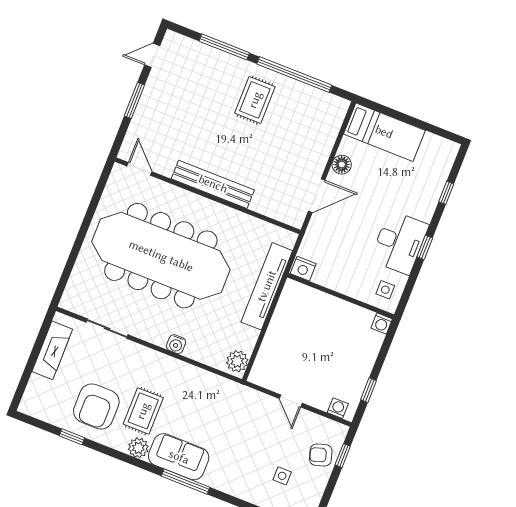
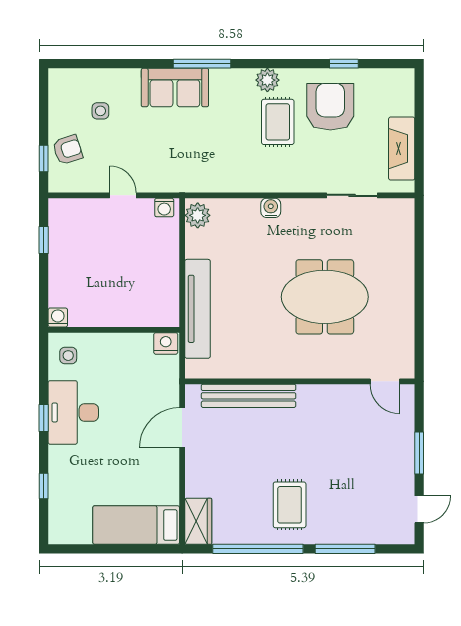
wardrobe: (333, 116) -> (198, 521), added
floor lamp: (342, 165) -> (168, 472), removed
bench: (213, 184) -> (249, 396), moved
meeting table: (161, 256) -> (325, 297), width x0.54, depth x0.79
washing machine: (338, 408) -> (164, 208), moved
sofa: (179, 457) -> (175, 88), moved

